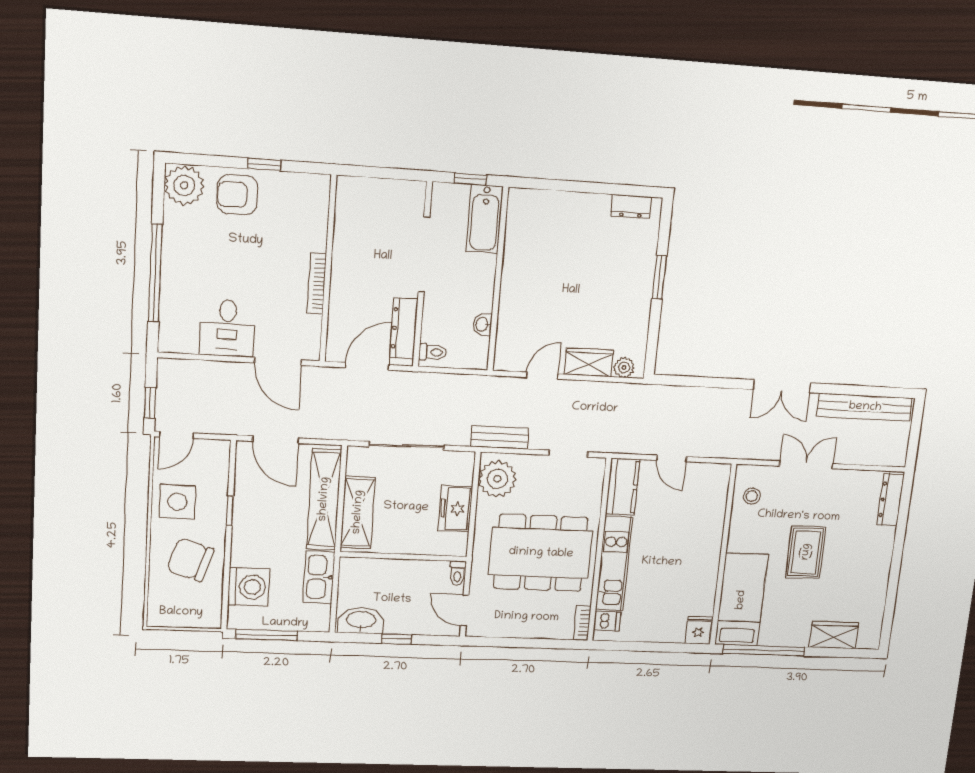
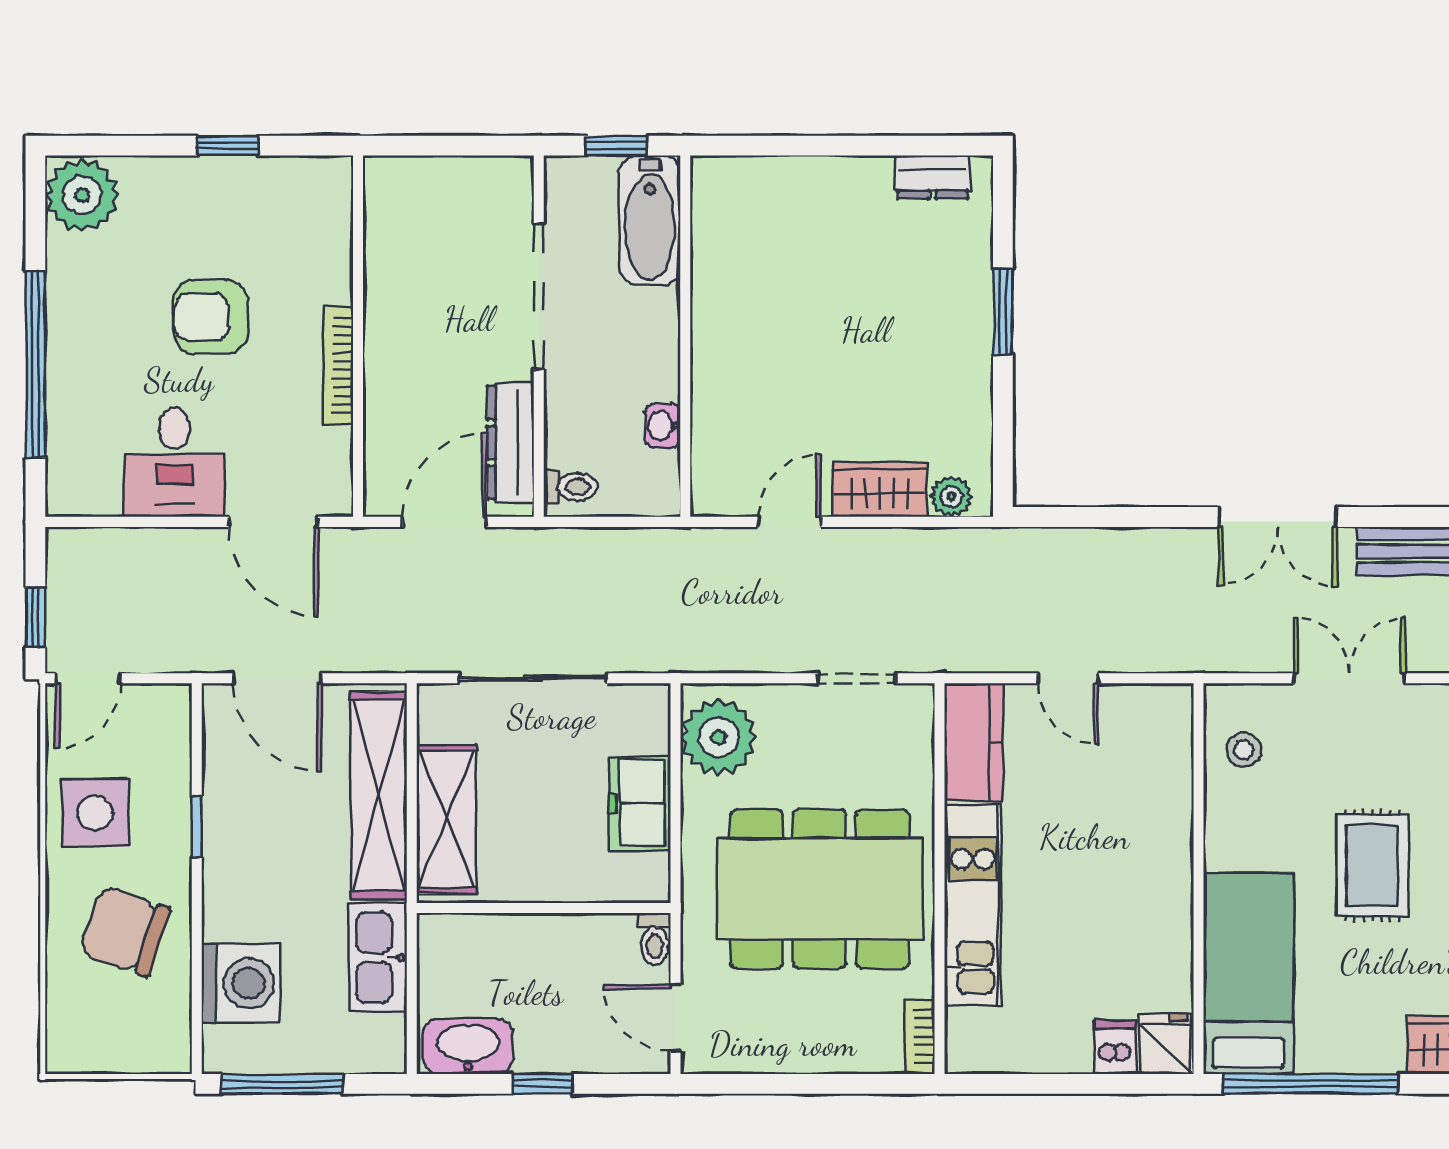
armchair: (237, 195) -> (210, 317), moved
bench: (499, 437) -> (716, 652), removed
dishwasher: (607, 621) -> (1115, 1047), moved, turned -90

